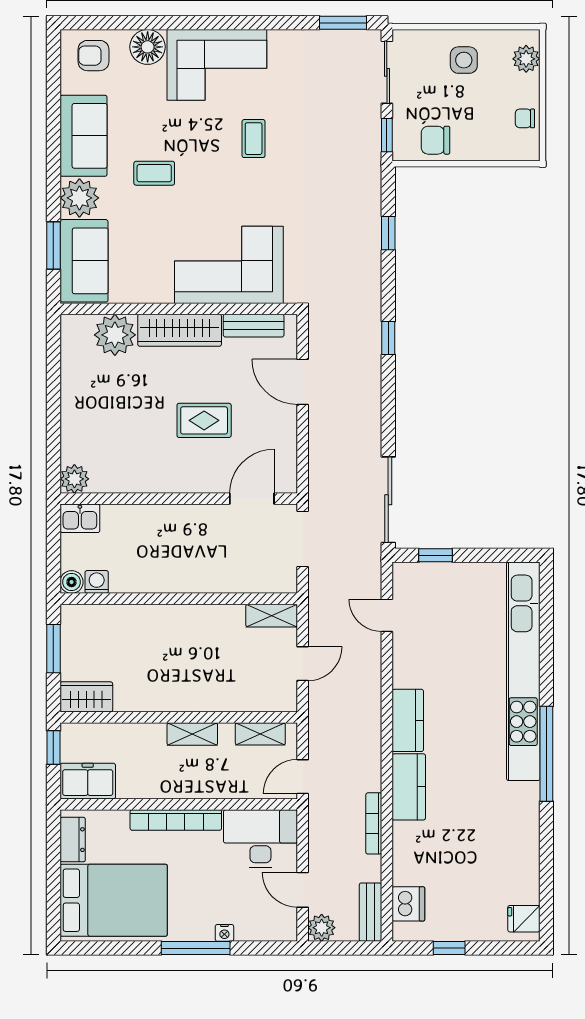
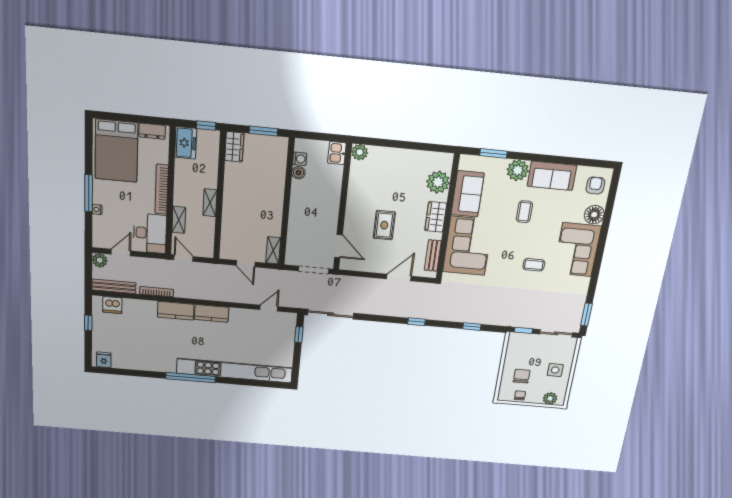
chair: (436, 140) -> (522, 376), moved
sofa: (84, 261) -> (468, 194), moved, turned -90
wardrobe: (180, 330) -> (436, 217), width x0.67
boiler: (72, 582) -> (298, 173), moved
shelving: (260, 734) -> (179, 220), moved
bench: (370, 912) -> (114, 286), width x1.36

